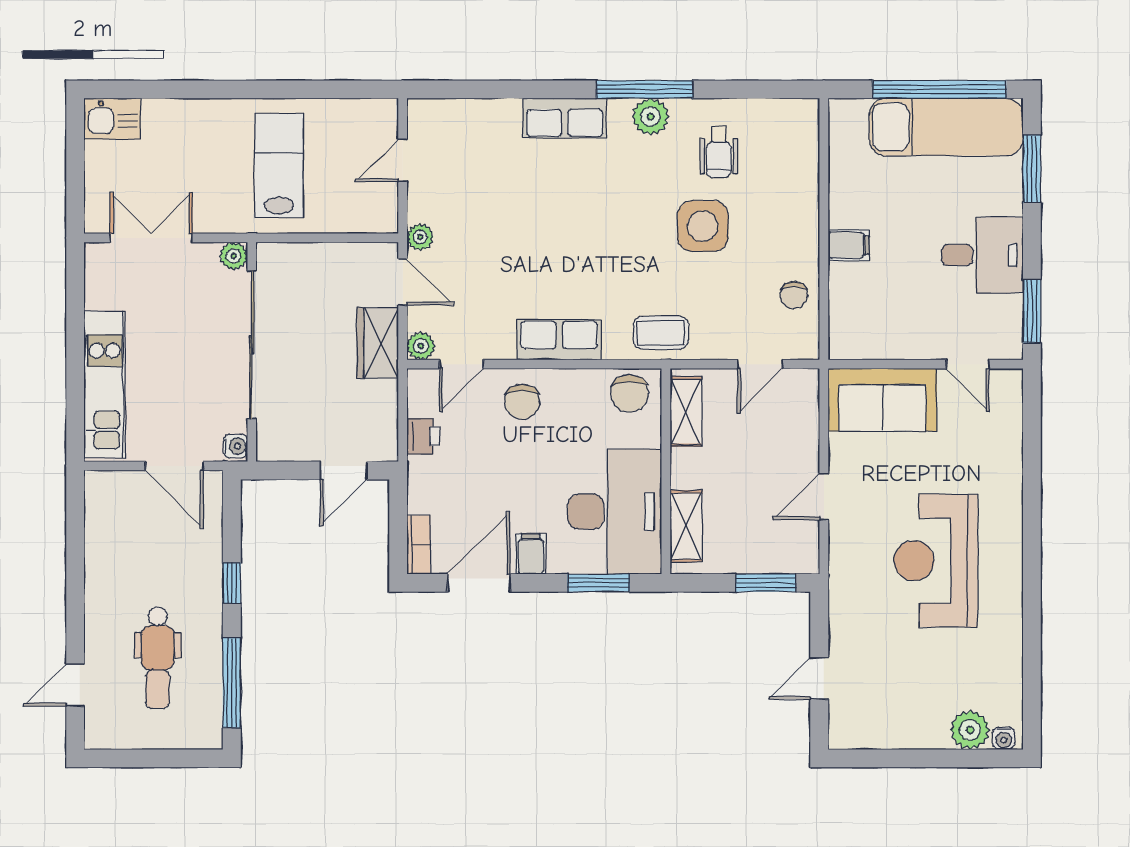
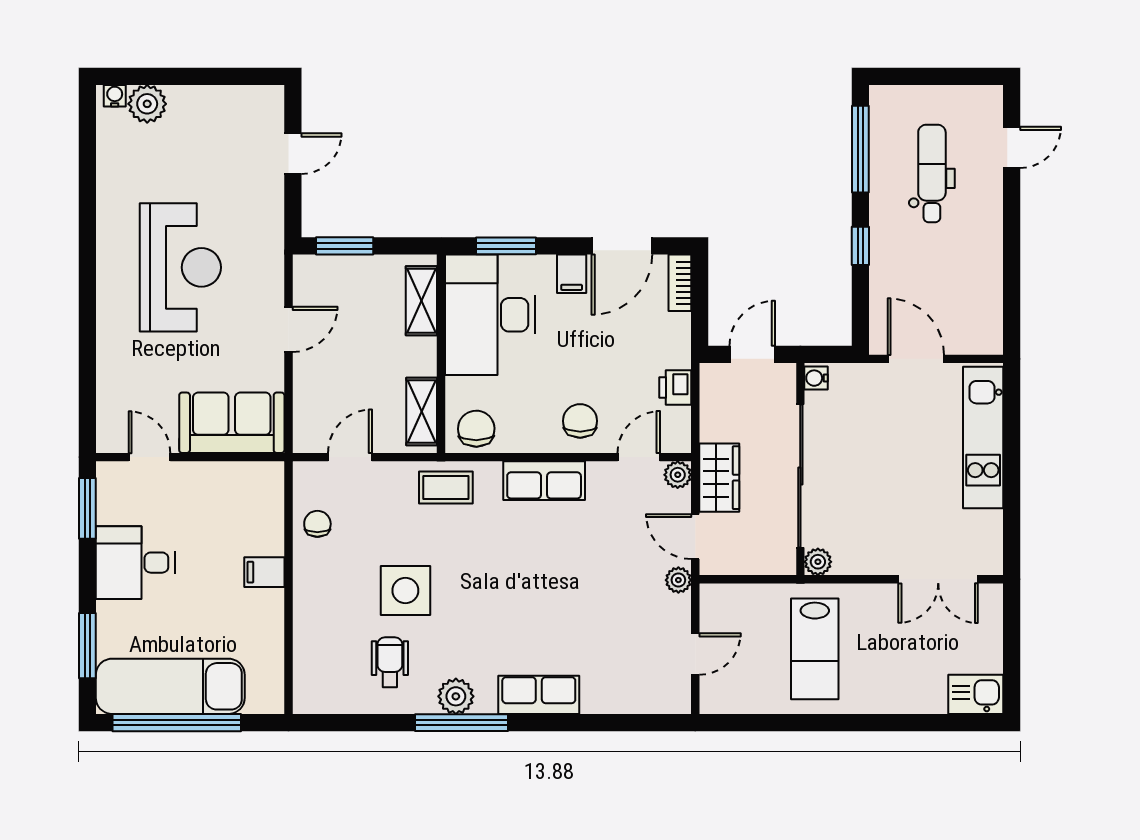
plant: (234, 256) -> (818, 562), moved
sliding door: (252, 345) -> (800, 476), moved
wall: (252, 352) -> (800, 469), moved
water cooler: (236, 446) -> (816, 378), moved

